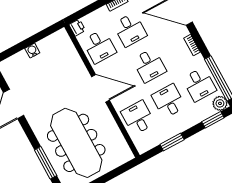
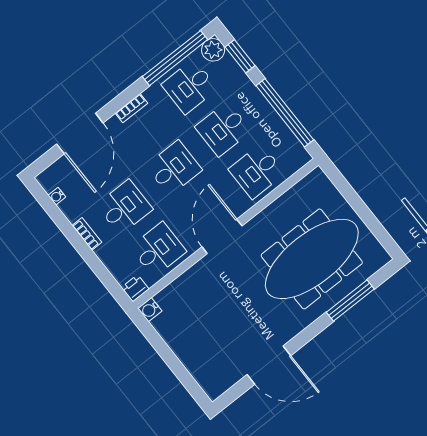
water cooler: (32, 51) -> (150, 310), moved
desk: (199, 84) -> (190, 87), turned 180
window: (172, 142) -> (285, 113), width x2.11

